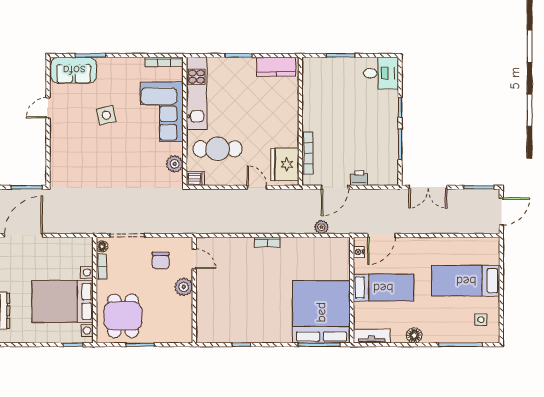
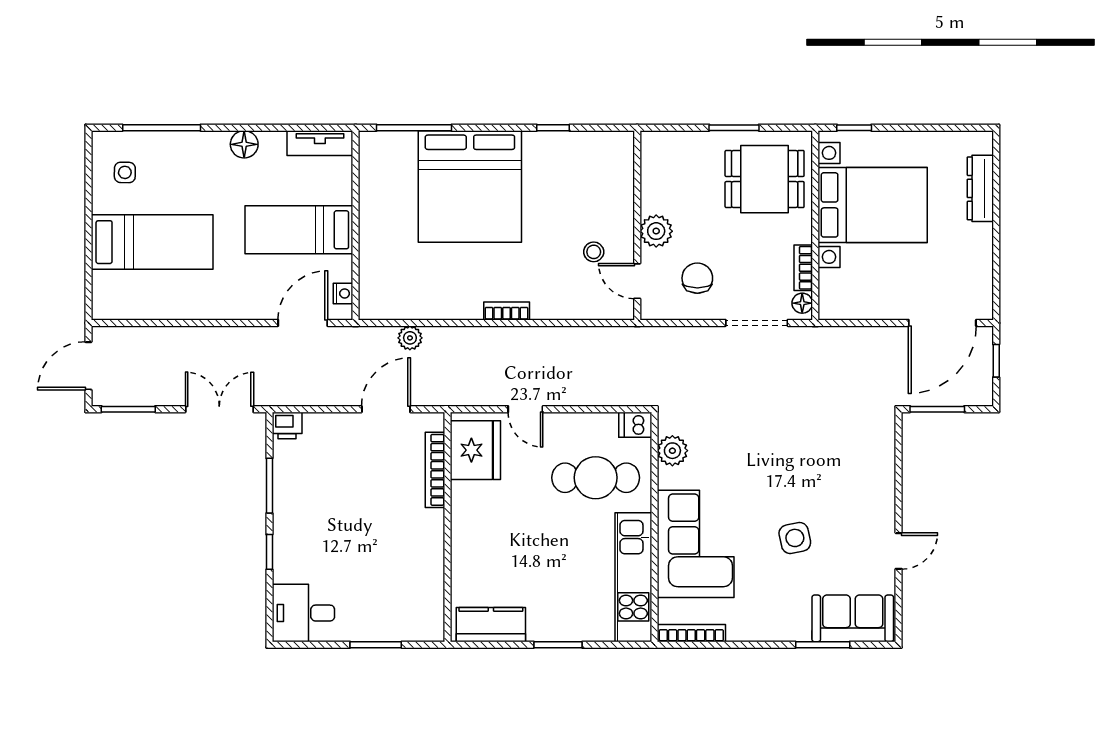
printer: (359, 178) -> (287, 425), moved
stool: (219, 275) -> (594, 252), added
bed: (321, 312) -> (470, 186), moved
dining table: (123, 316) -> (765, 179), turned 90

